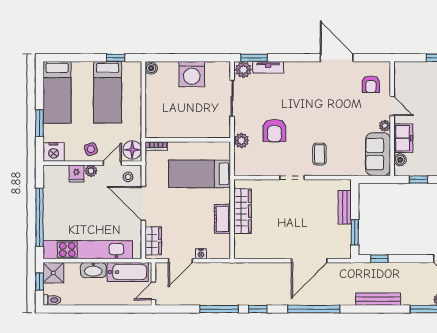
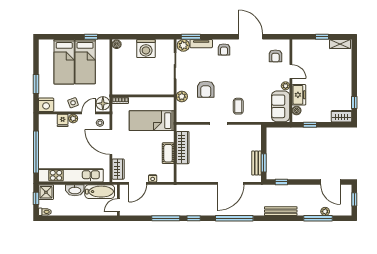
armchair: (300, 75) -> (224, 49), added
bed: (57, 92) -> (64, 62), moved
bench: (345, 207) -> (257, 163), moved

